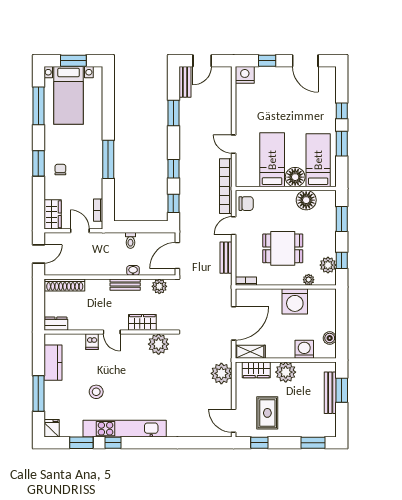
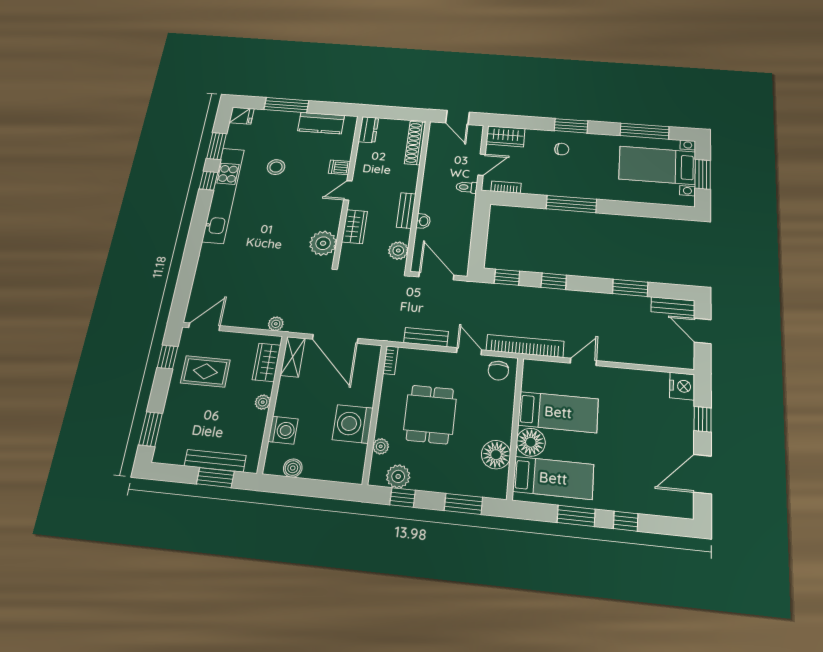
toilet: (130, 240) -> (467, 187), moved
plant: (286, 372) -> (263, 402), width x0.53, depth x0.53
plant: (221, 373) -> (276, 324), width x0.53, depth x0.53

